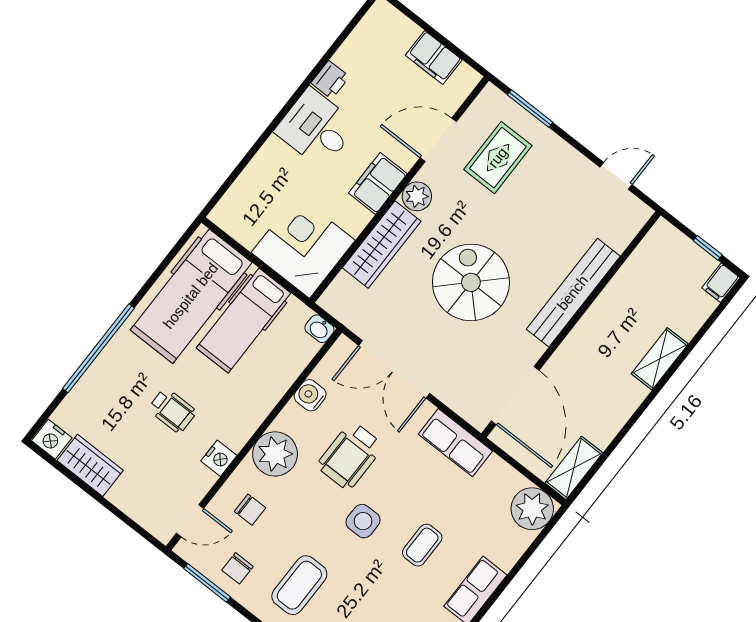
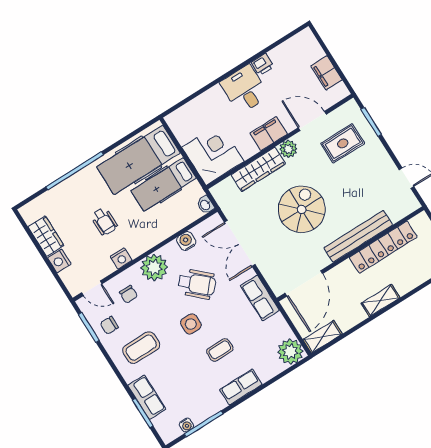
locker: (618, 296) -> (383, 247), added
shelving: (660, 359) -> (380, 300), moved
nightstand: (52, 439) -> (59, 261), moved
wheelchair: (350, 456) -> (197, 284), turned -137

